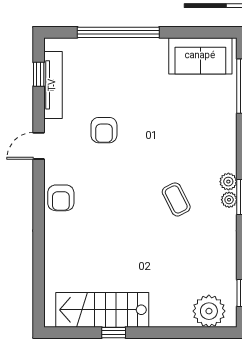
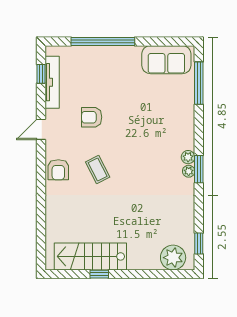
armchair: (104, 130) -> (92, 117), turned 90
coffee table: (176, 199) -> (98, 169), moved

